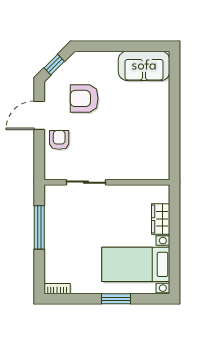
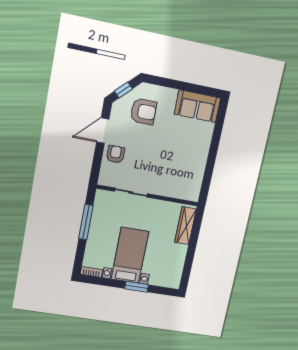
armchair: (84, 98) -> (143, 112), moved, turned 180
wardrobe: (161, 219) -> (186, 226), width x1.50
bed with nightstands: (136, 264) -> (130, 255), moved, turned 90

